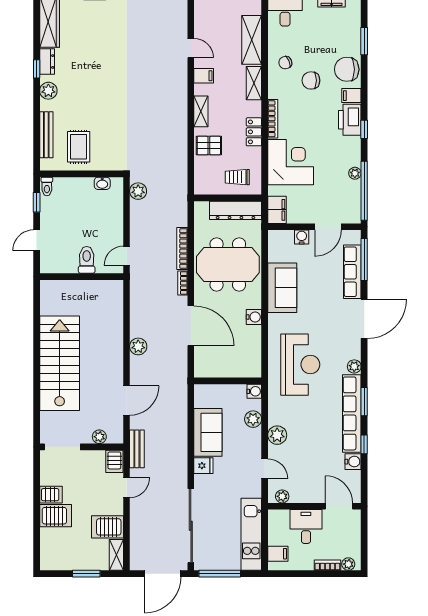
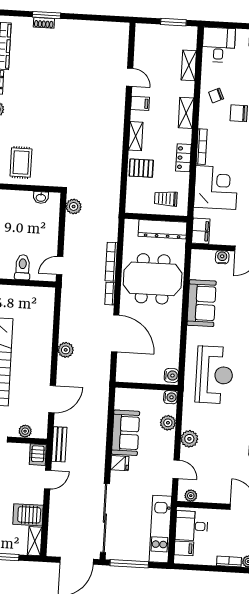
shelving: (252, 40) -> (189, 65), width x0.67, depth x0.75
water cooler: (254, 317) -> (171, 375), moved
desk: (306, 526) -> (192, 526), moved, turned -90

